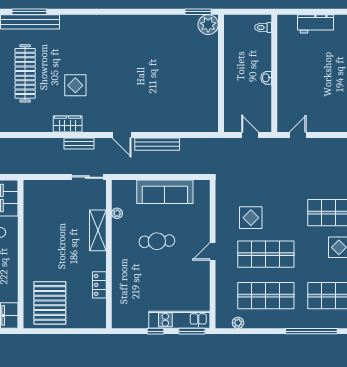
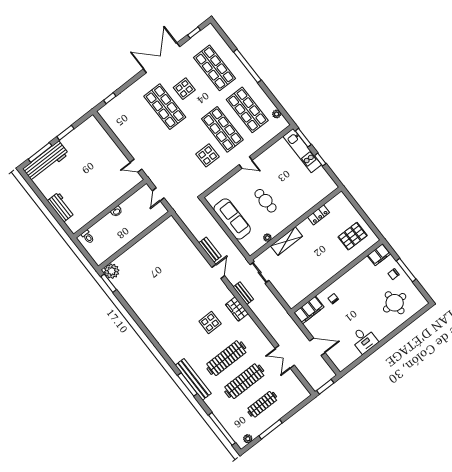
bench: (157, 144) -> (210, 250), width x0.73
pallet: (50, 303) -> (353, 236), width x0.73, depth x0.71

